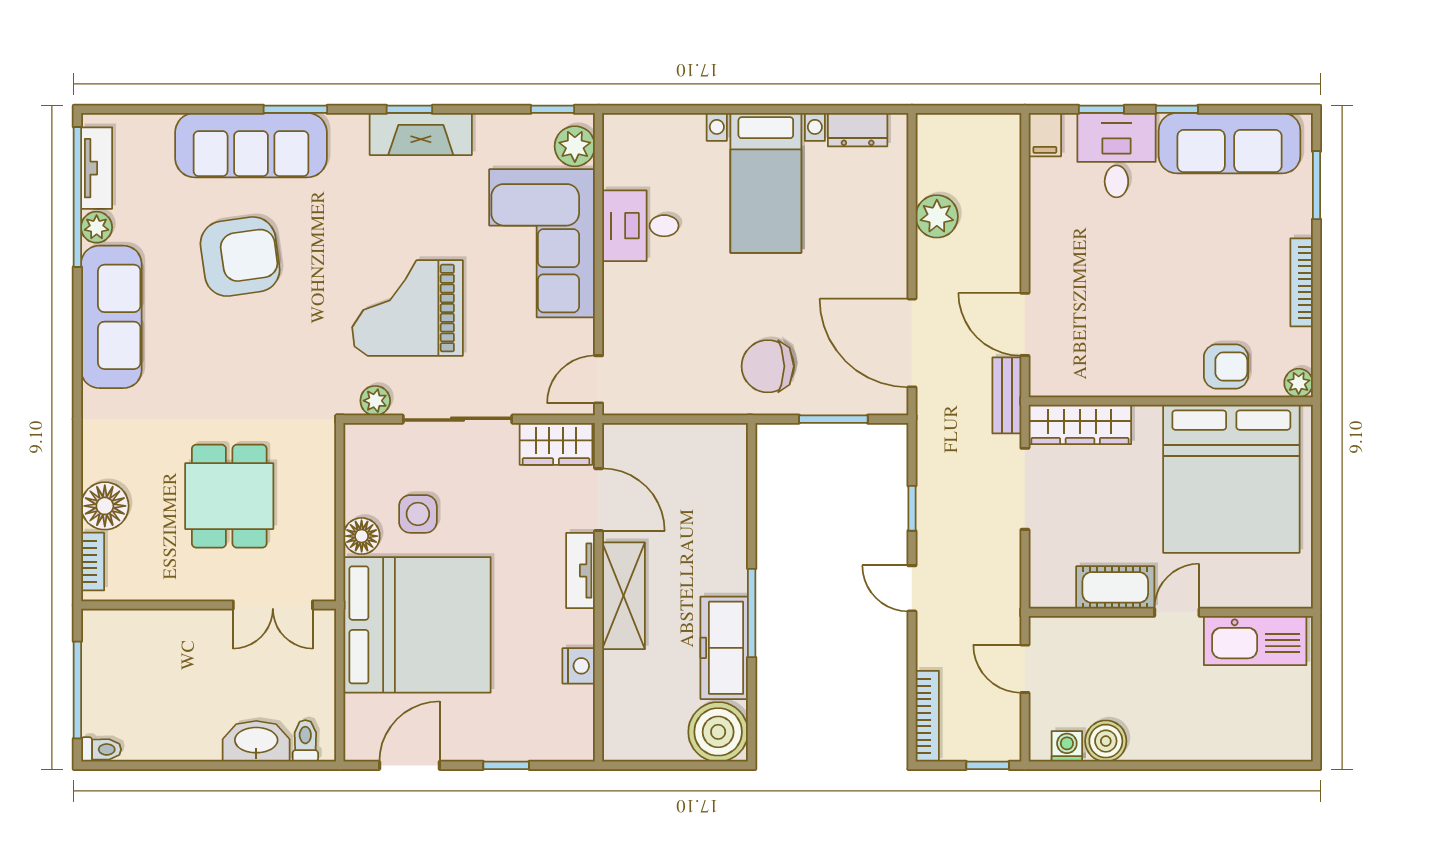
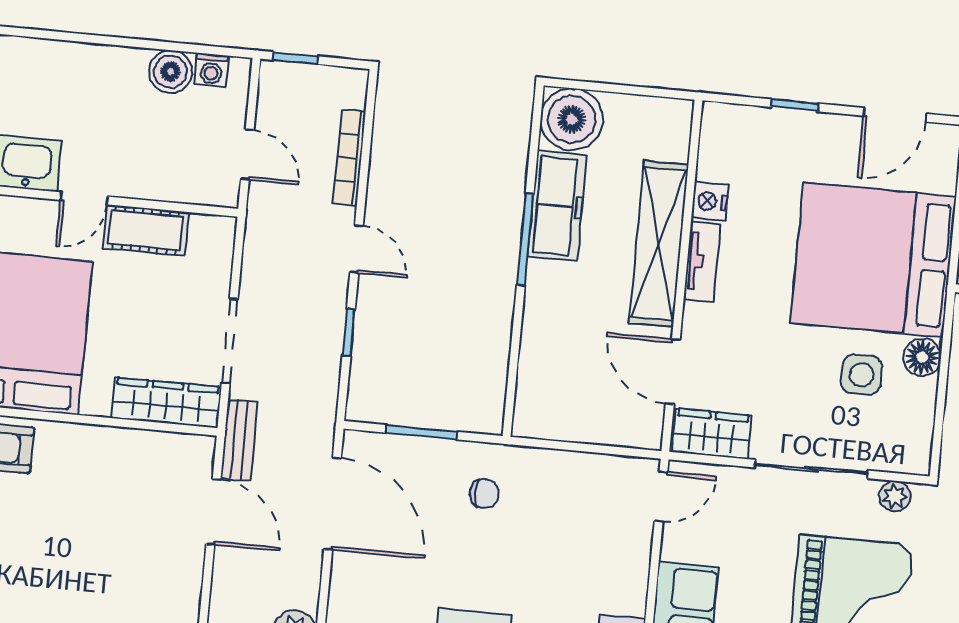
chair: (768, 366) -> (484, 493), width x0.54, depth x0.54
tv unit: (581, 571) -> (702, 262), moved
shelving: (624, 596) -> (659, 244), width x1.47
bookcase: (927, 716) -> (349, 158), moved

